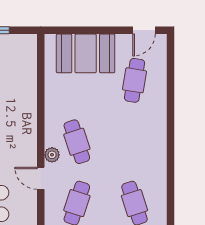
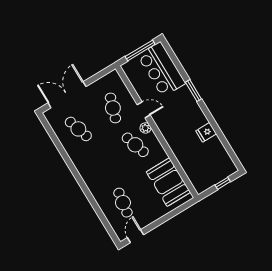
booth: (86, 53) -> (168, 182), moved, turned 90

